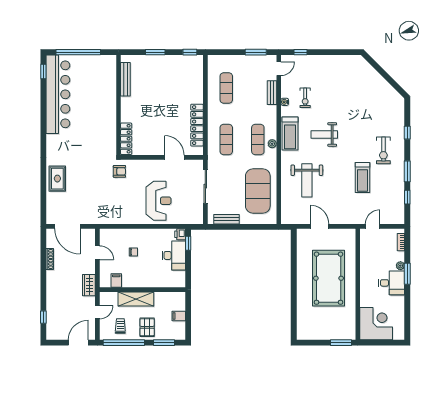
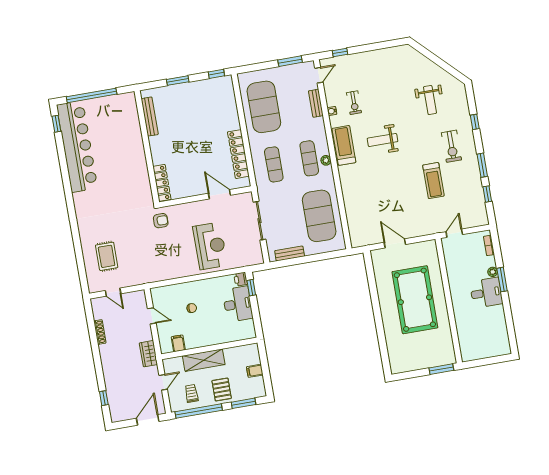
exercise mat: (226, 88) -> (264, 107), width x2.00, depth x1.45
treadmill: (290, 133) -> (344, 145), turned 180
rug: (57, 179) -> (107, 256), moved
weight bench: (307, 180) -> (430, 100), moved, width x0.73, depth x0.75
door: (67, 226) -> (113, 292), width x0.53
corner desk: (376, 324) -> (477, 341), removed

